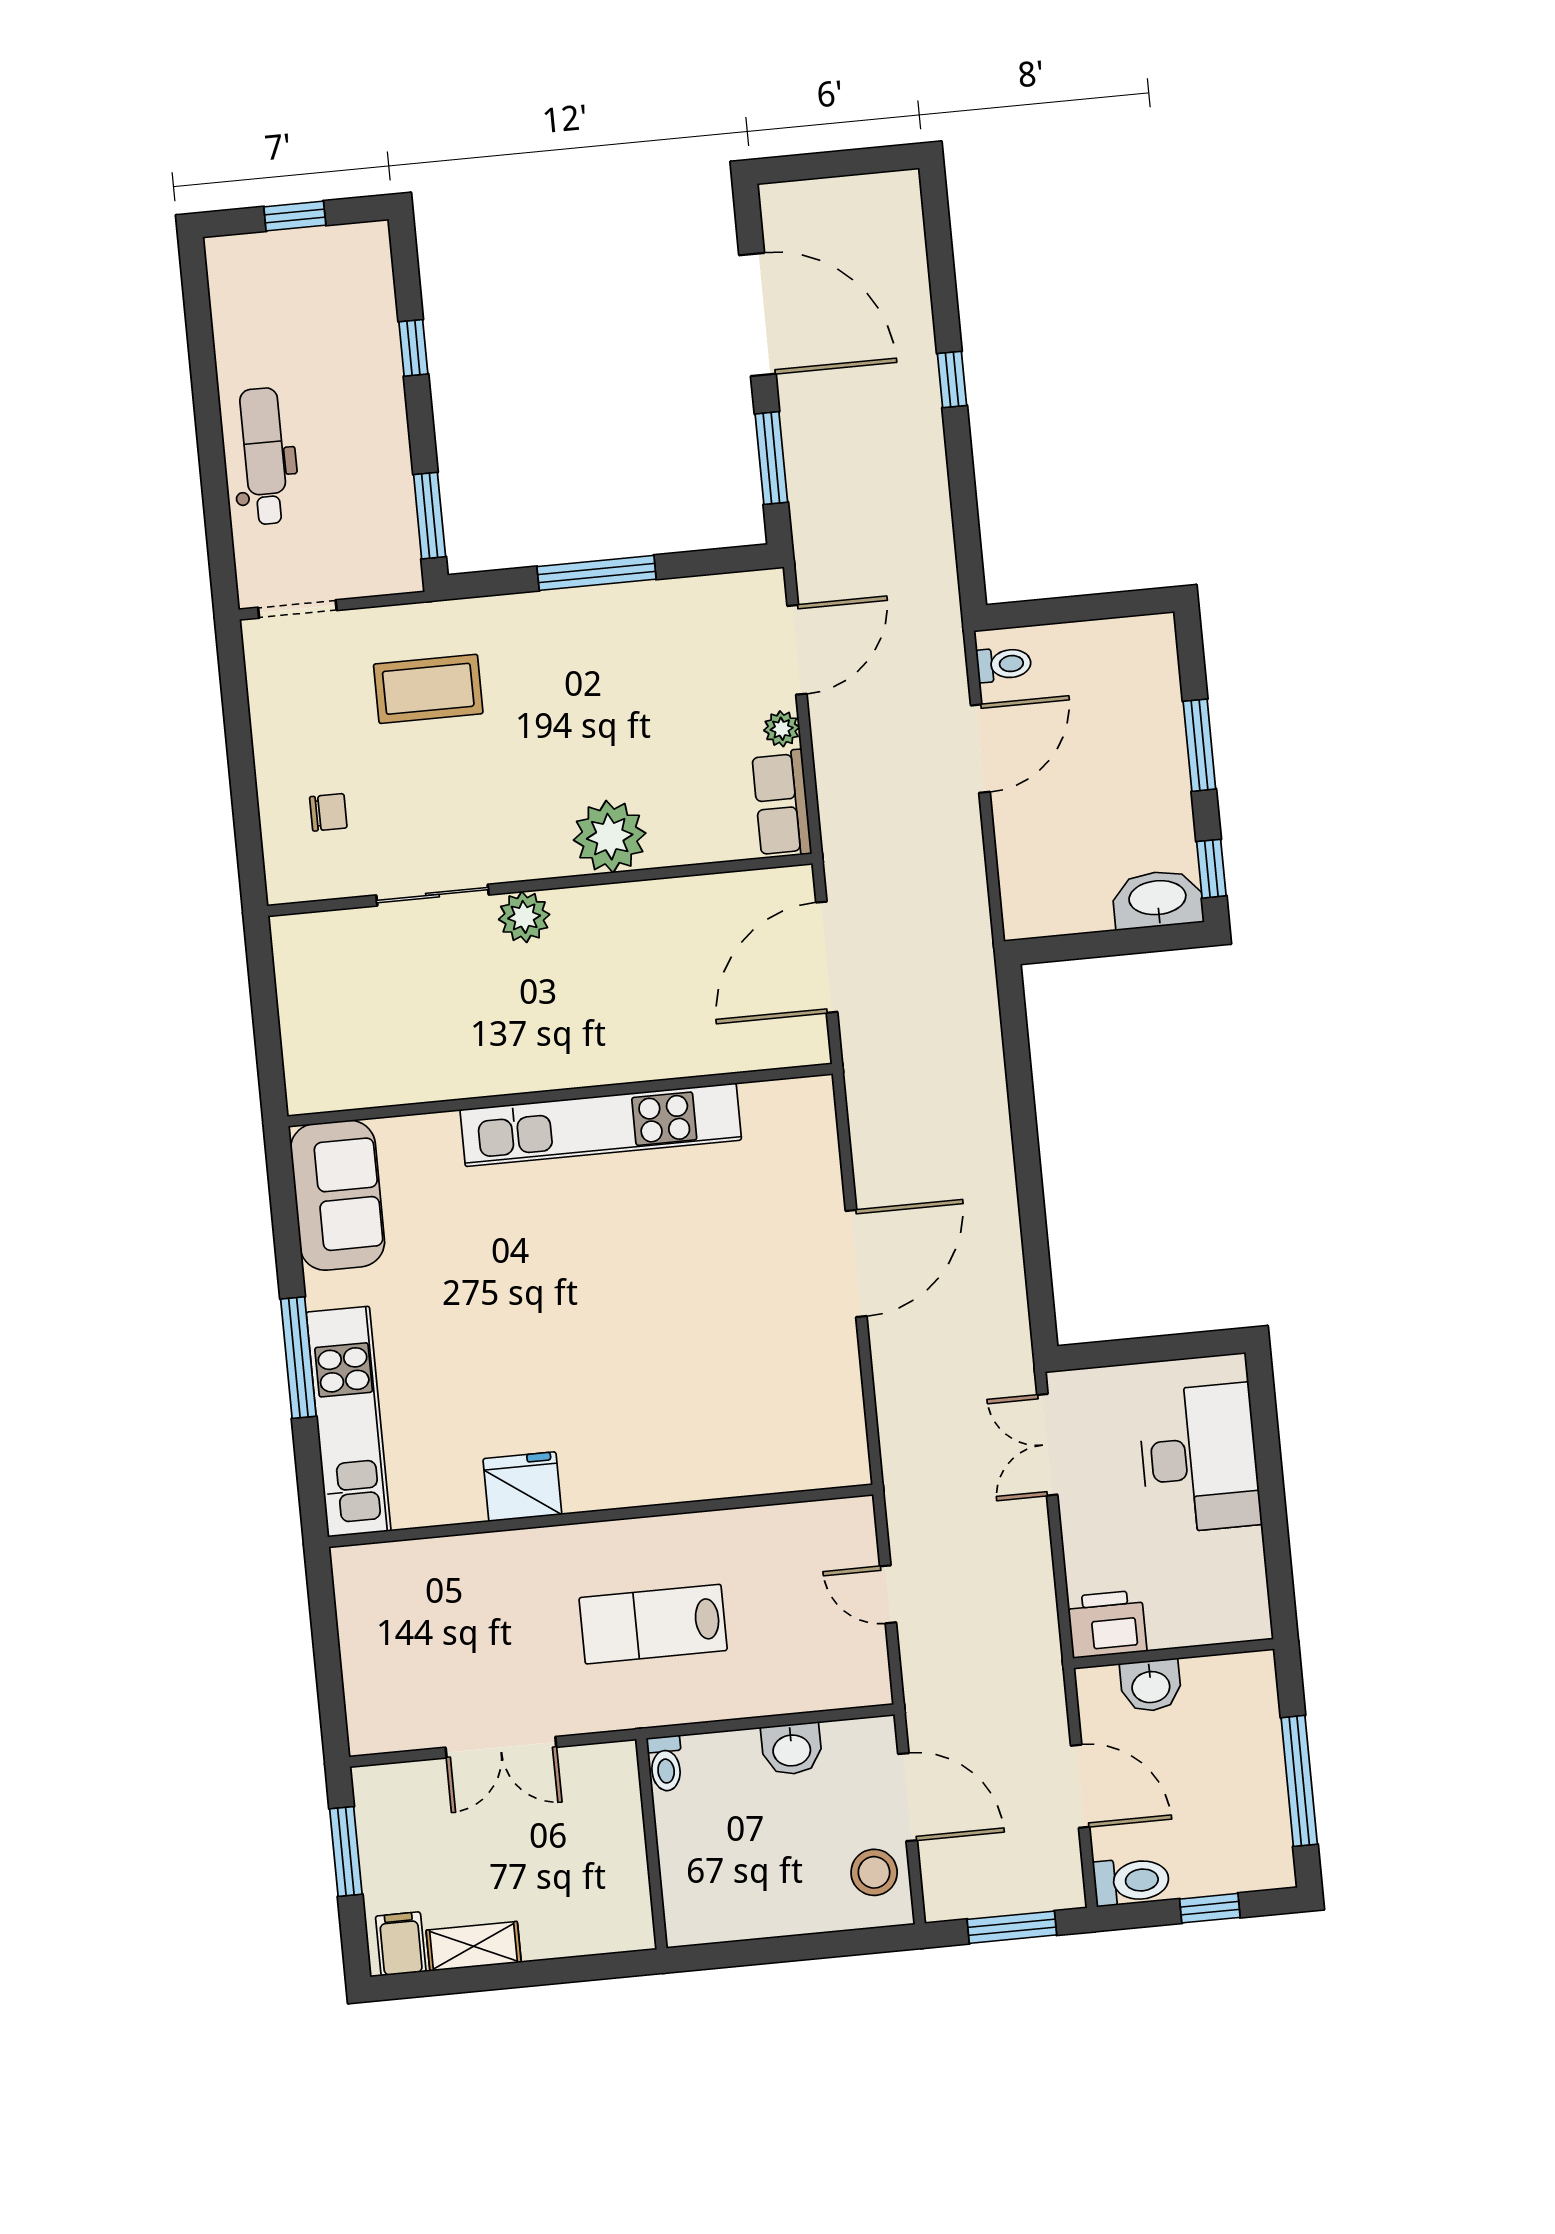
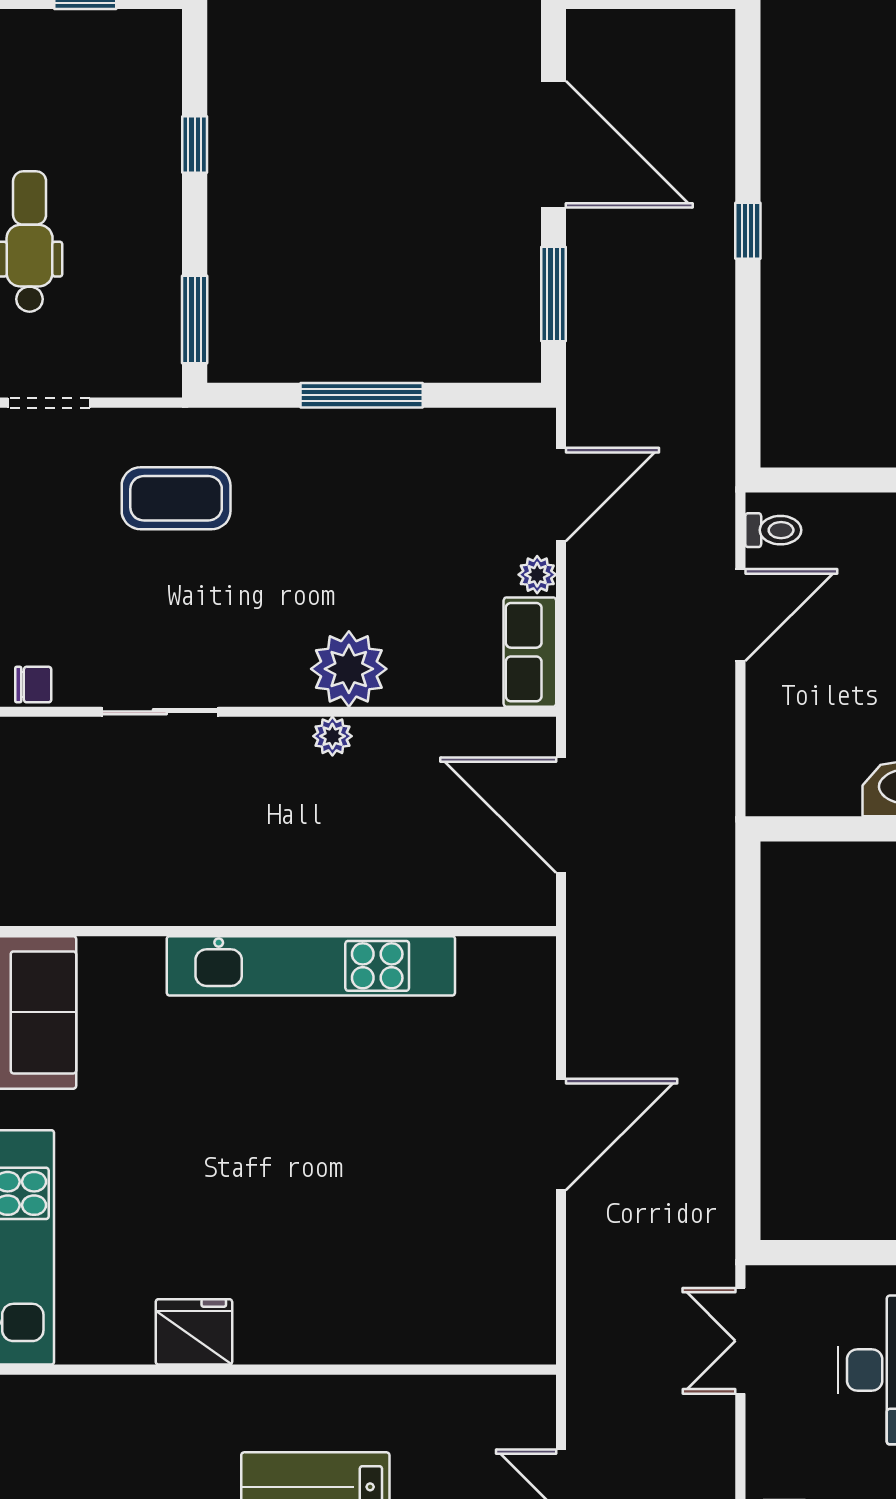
chair: (328, 812) -> (33, 685), moved
plant: (524, 917) -> (332, 736), moved, width x0.73, depth x0.73
door: (827, 957) -> (561, 815), hinge flipped

